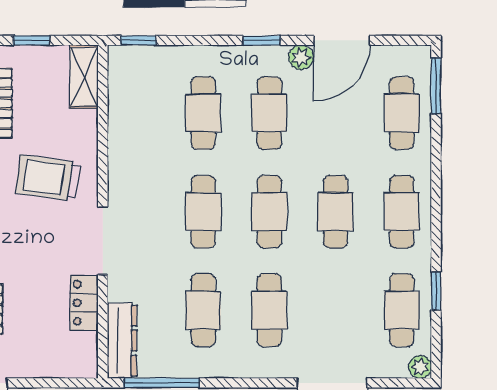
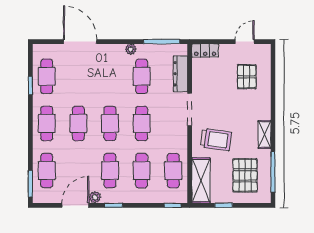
shelving: (84, 77) -> (201, 180), width x1.50, depth x1.33
locker: (84, 303) -> (205, 50), moved, turned 90
cafe table: (269, 310) -> (173, 171), moved
dresser: (122, 341) -> (180, 74), moved
plant: (420, 367) -> (131, 49), moved

